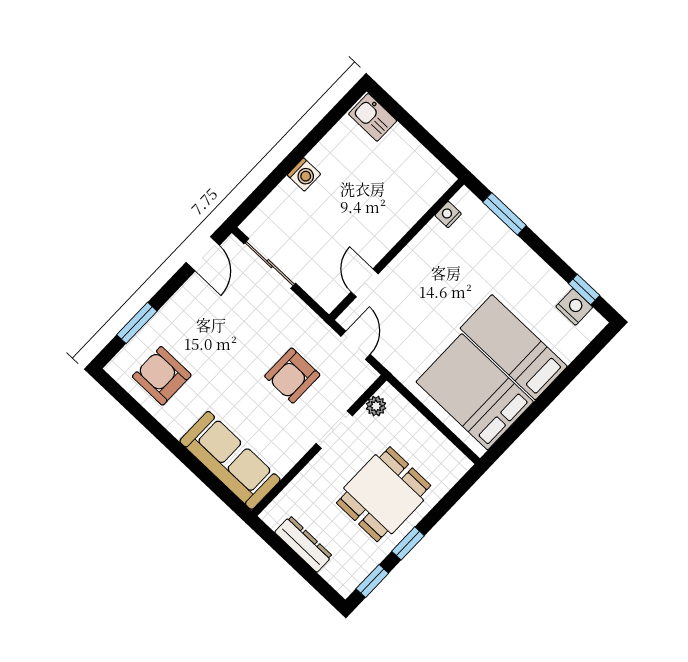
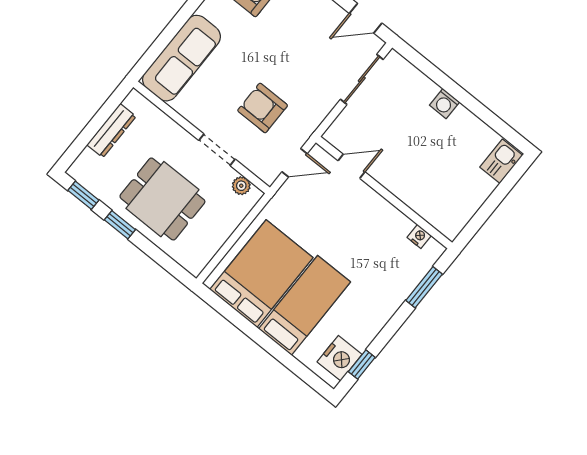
nightstand: (574, 307) -> (340, 358), width x1.36, depth x1.33

